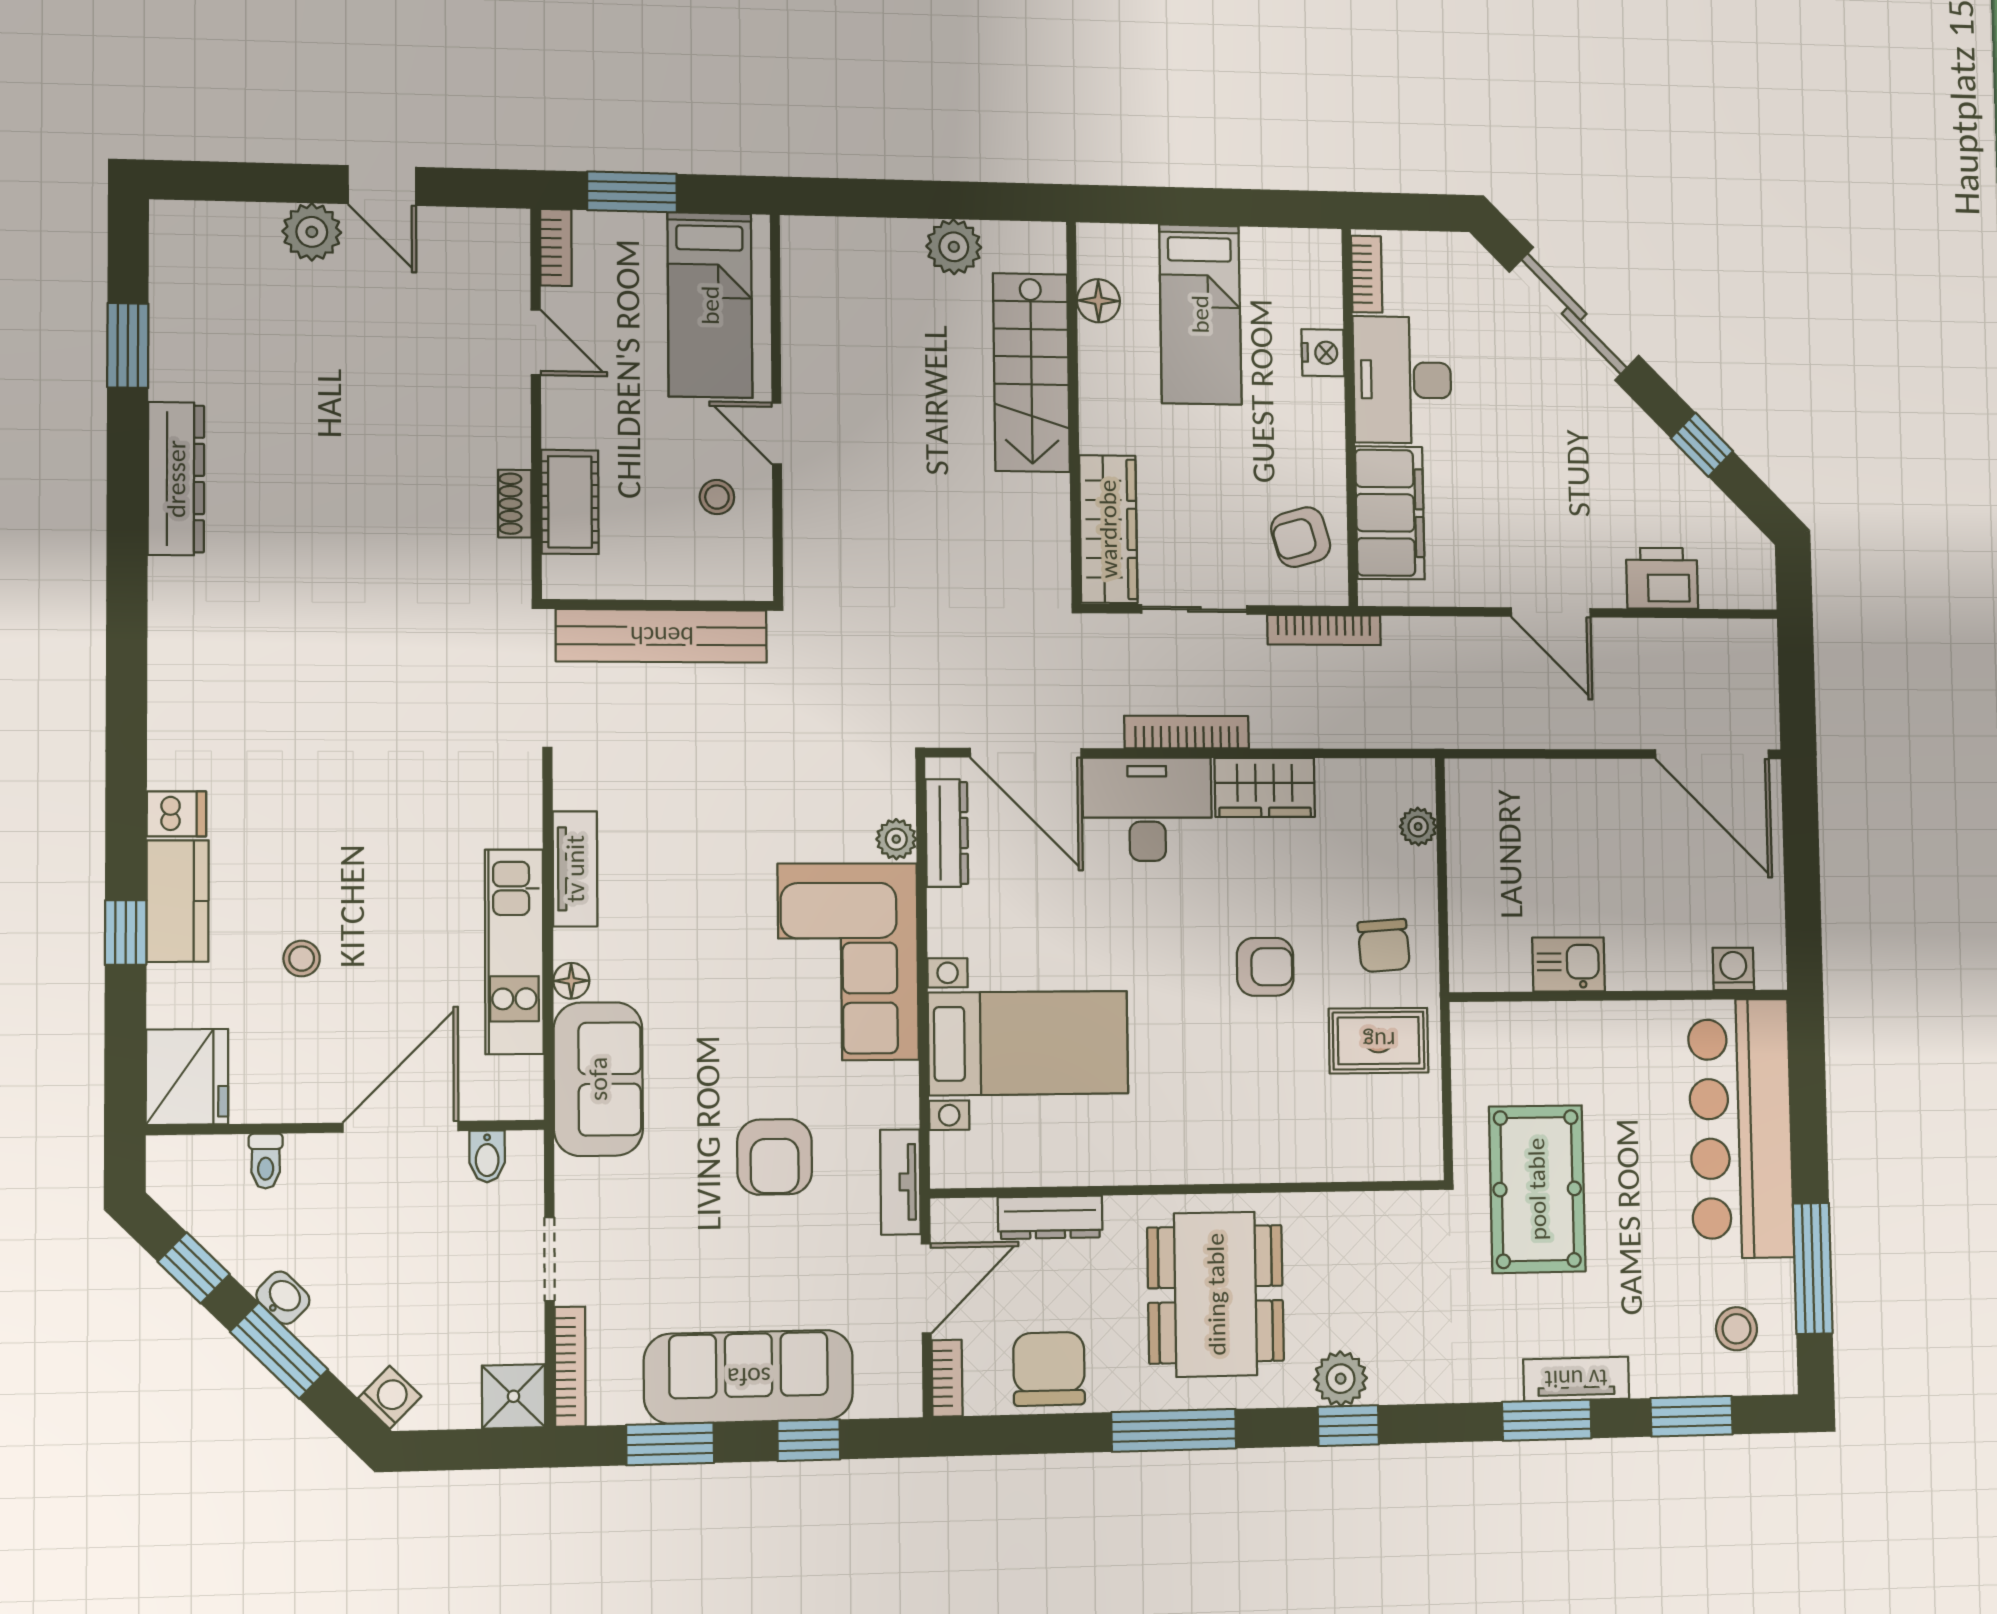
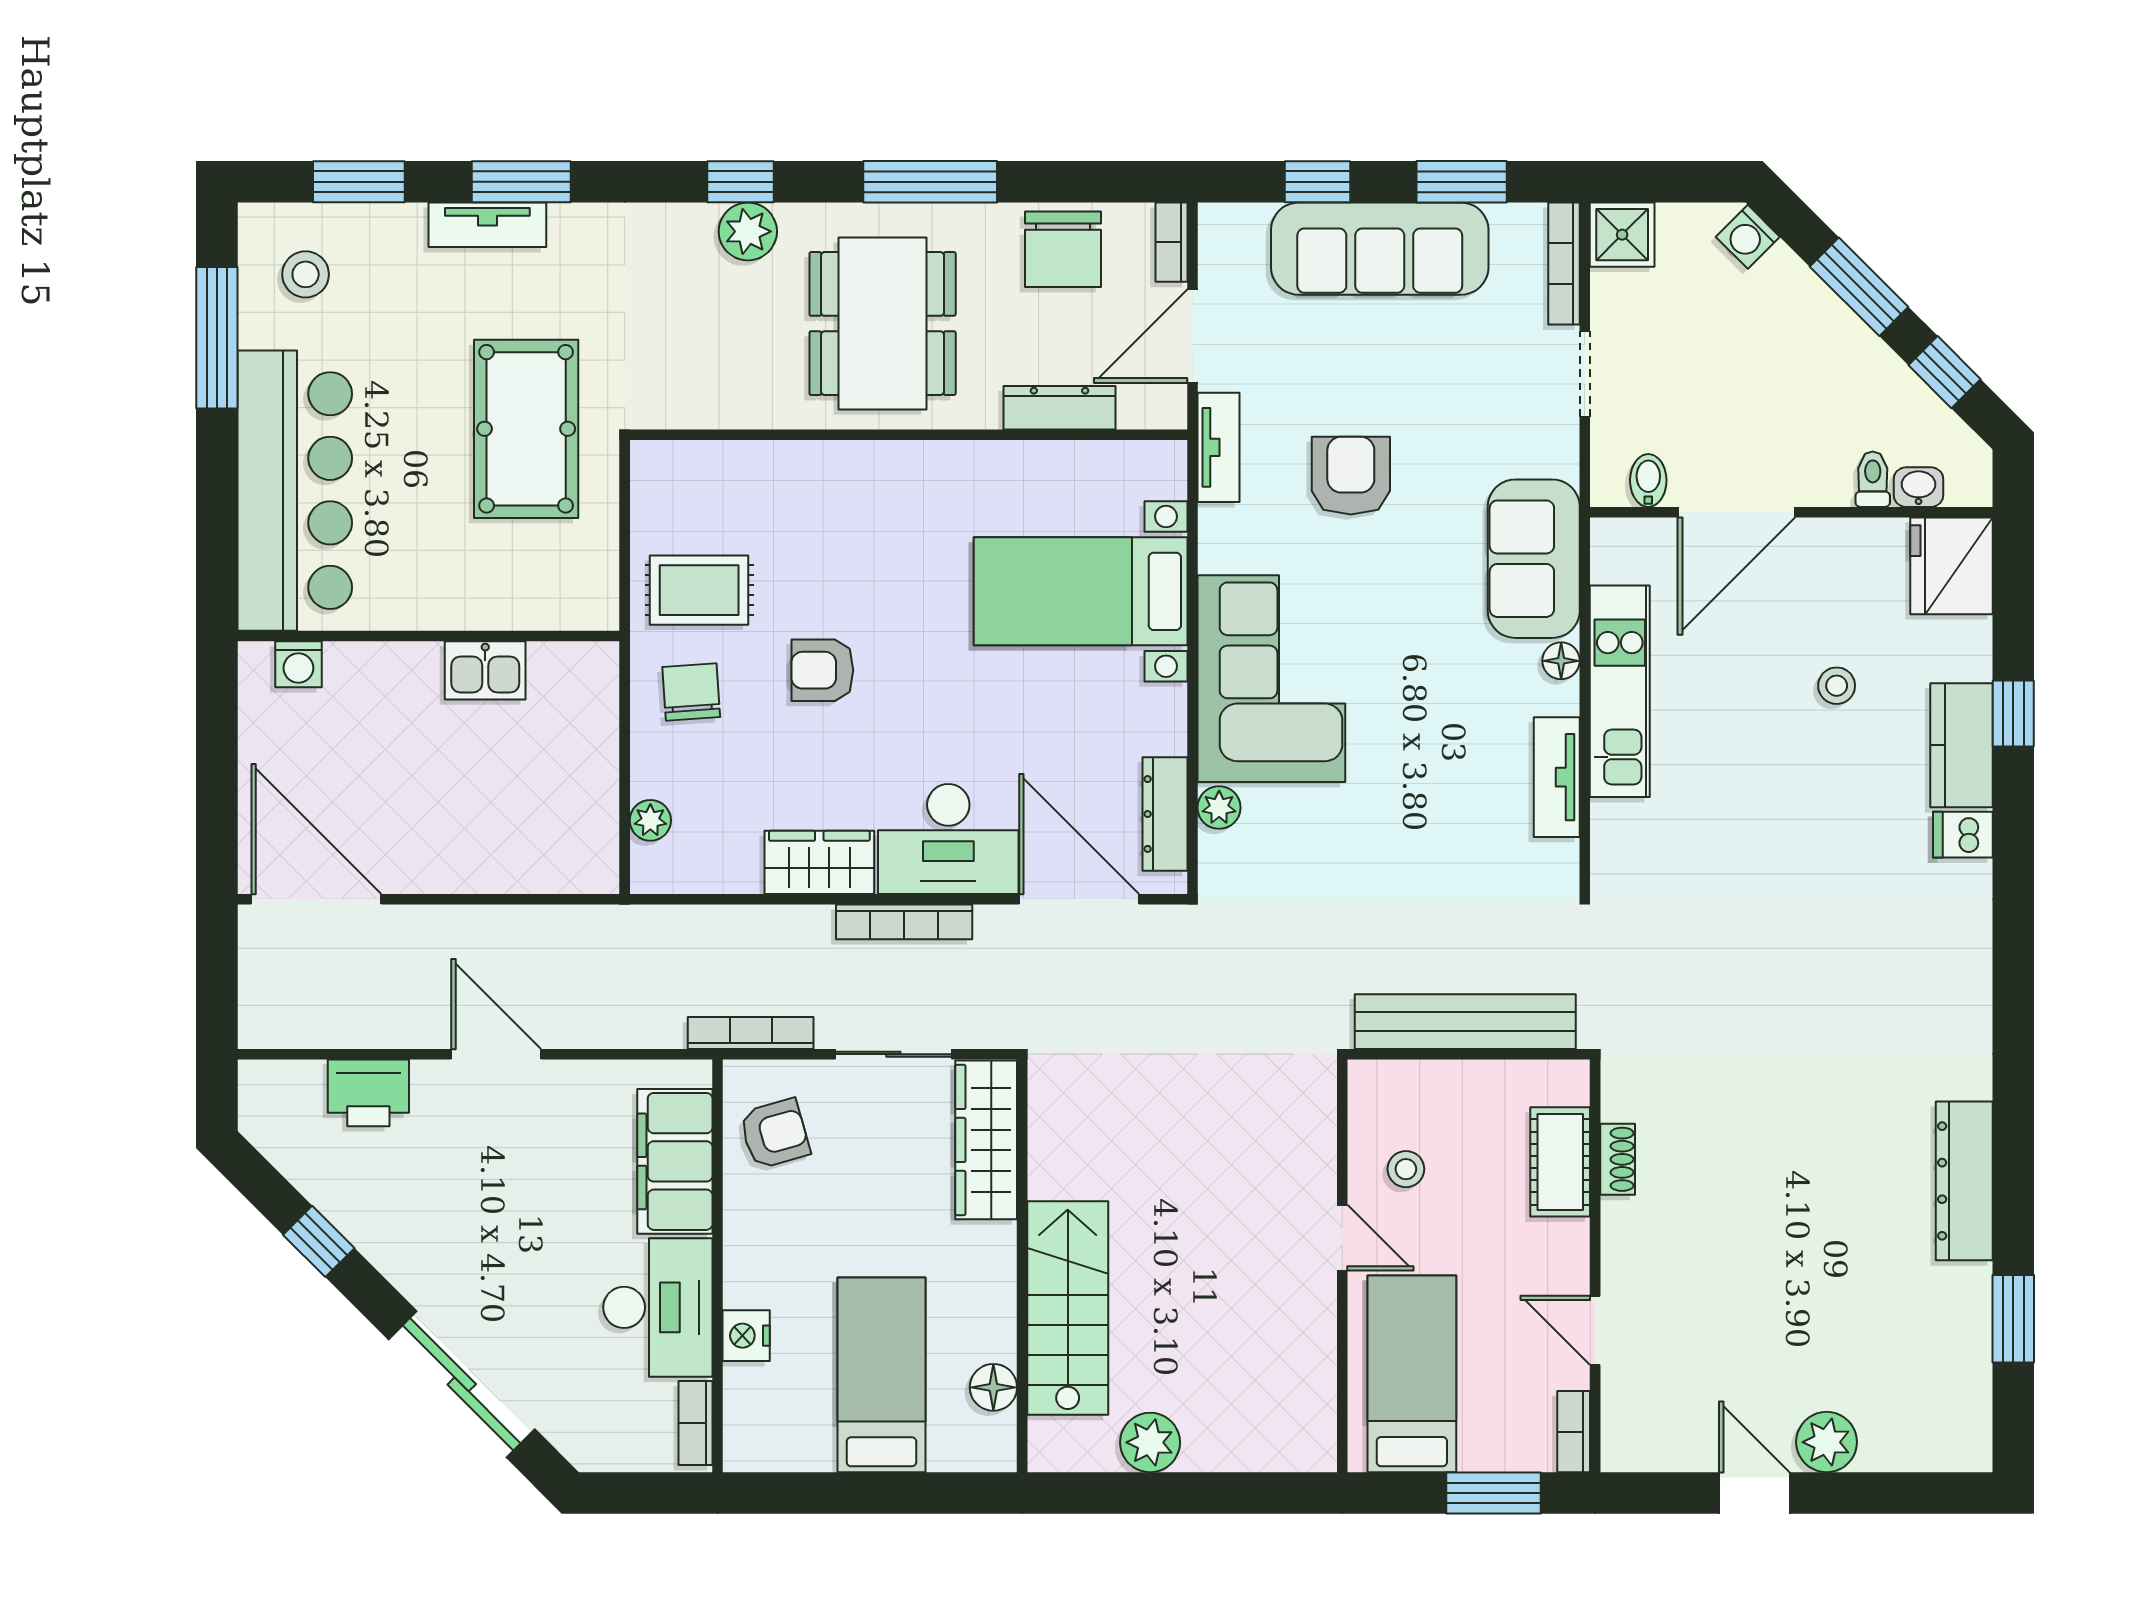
washbasin: (283, 1298) -> (1919, 487), moved, turned 135

